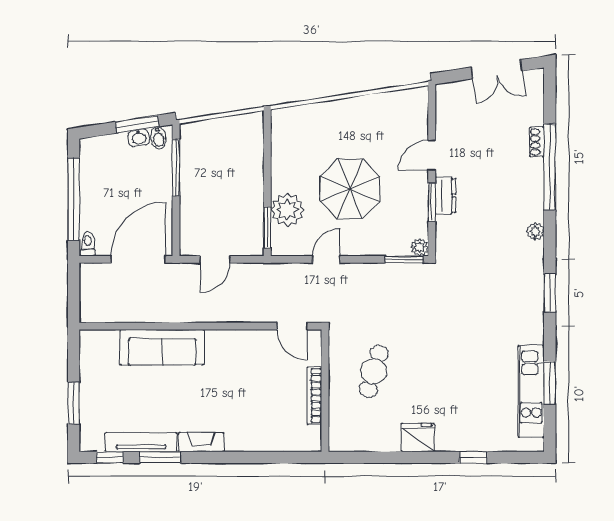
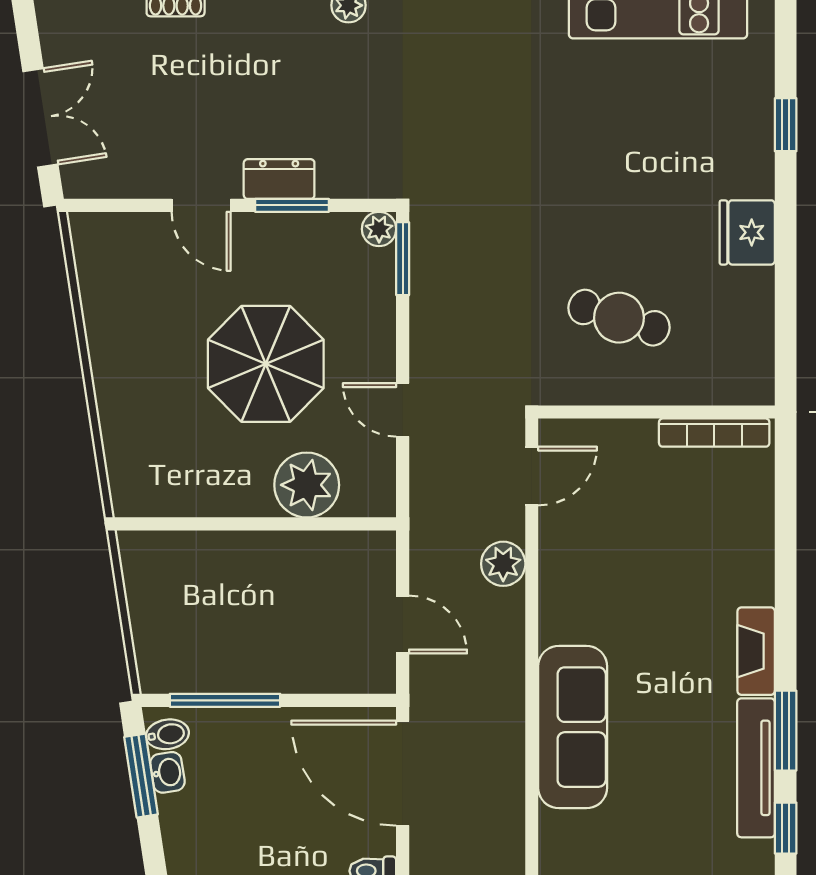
double door: (497, 69) -> (40, 118), moved
window: (267, 228) -> (341, 524), removed
plant: (247, 311) -> (503, 564), added
bookcase: (314, 395) -> (714, 433), moved

